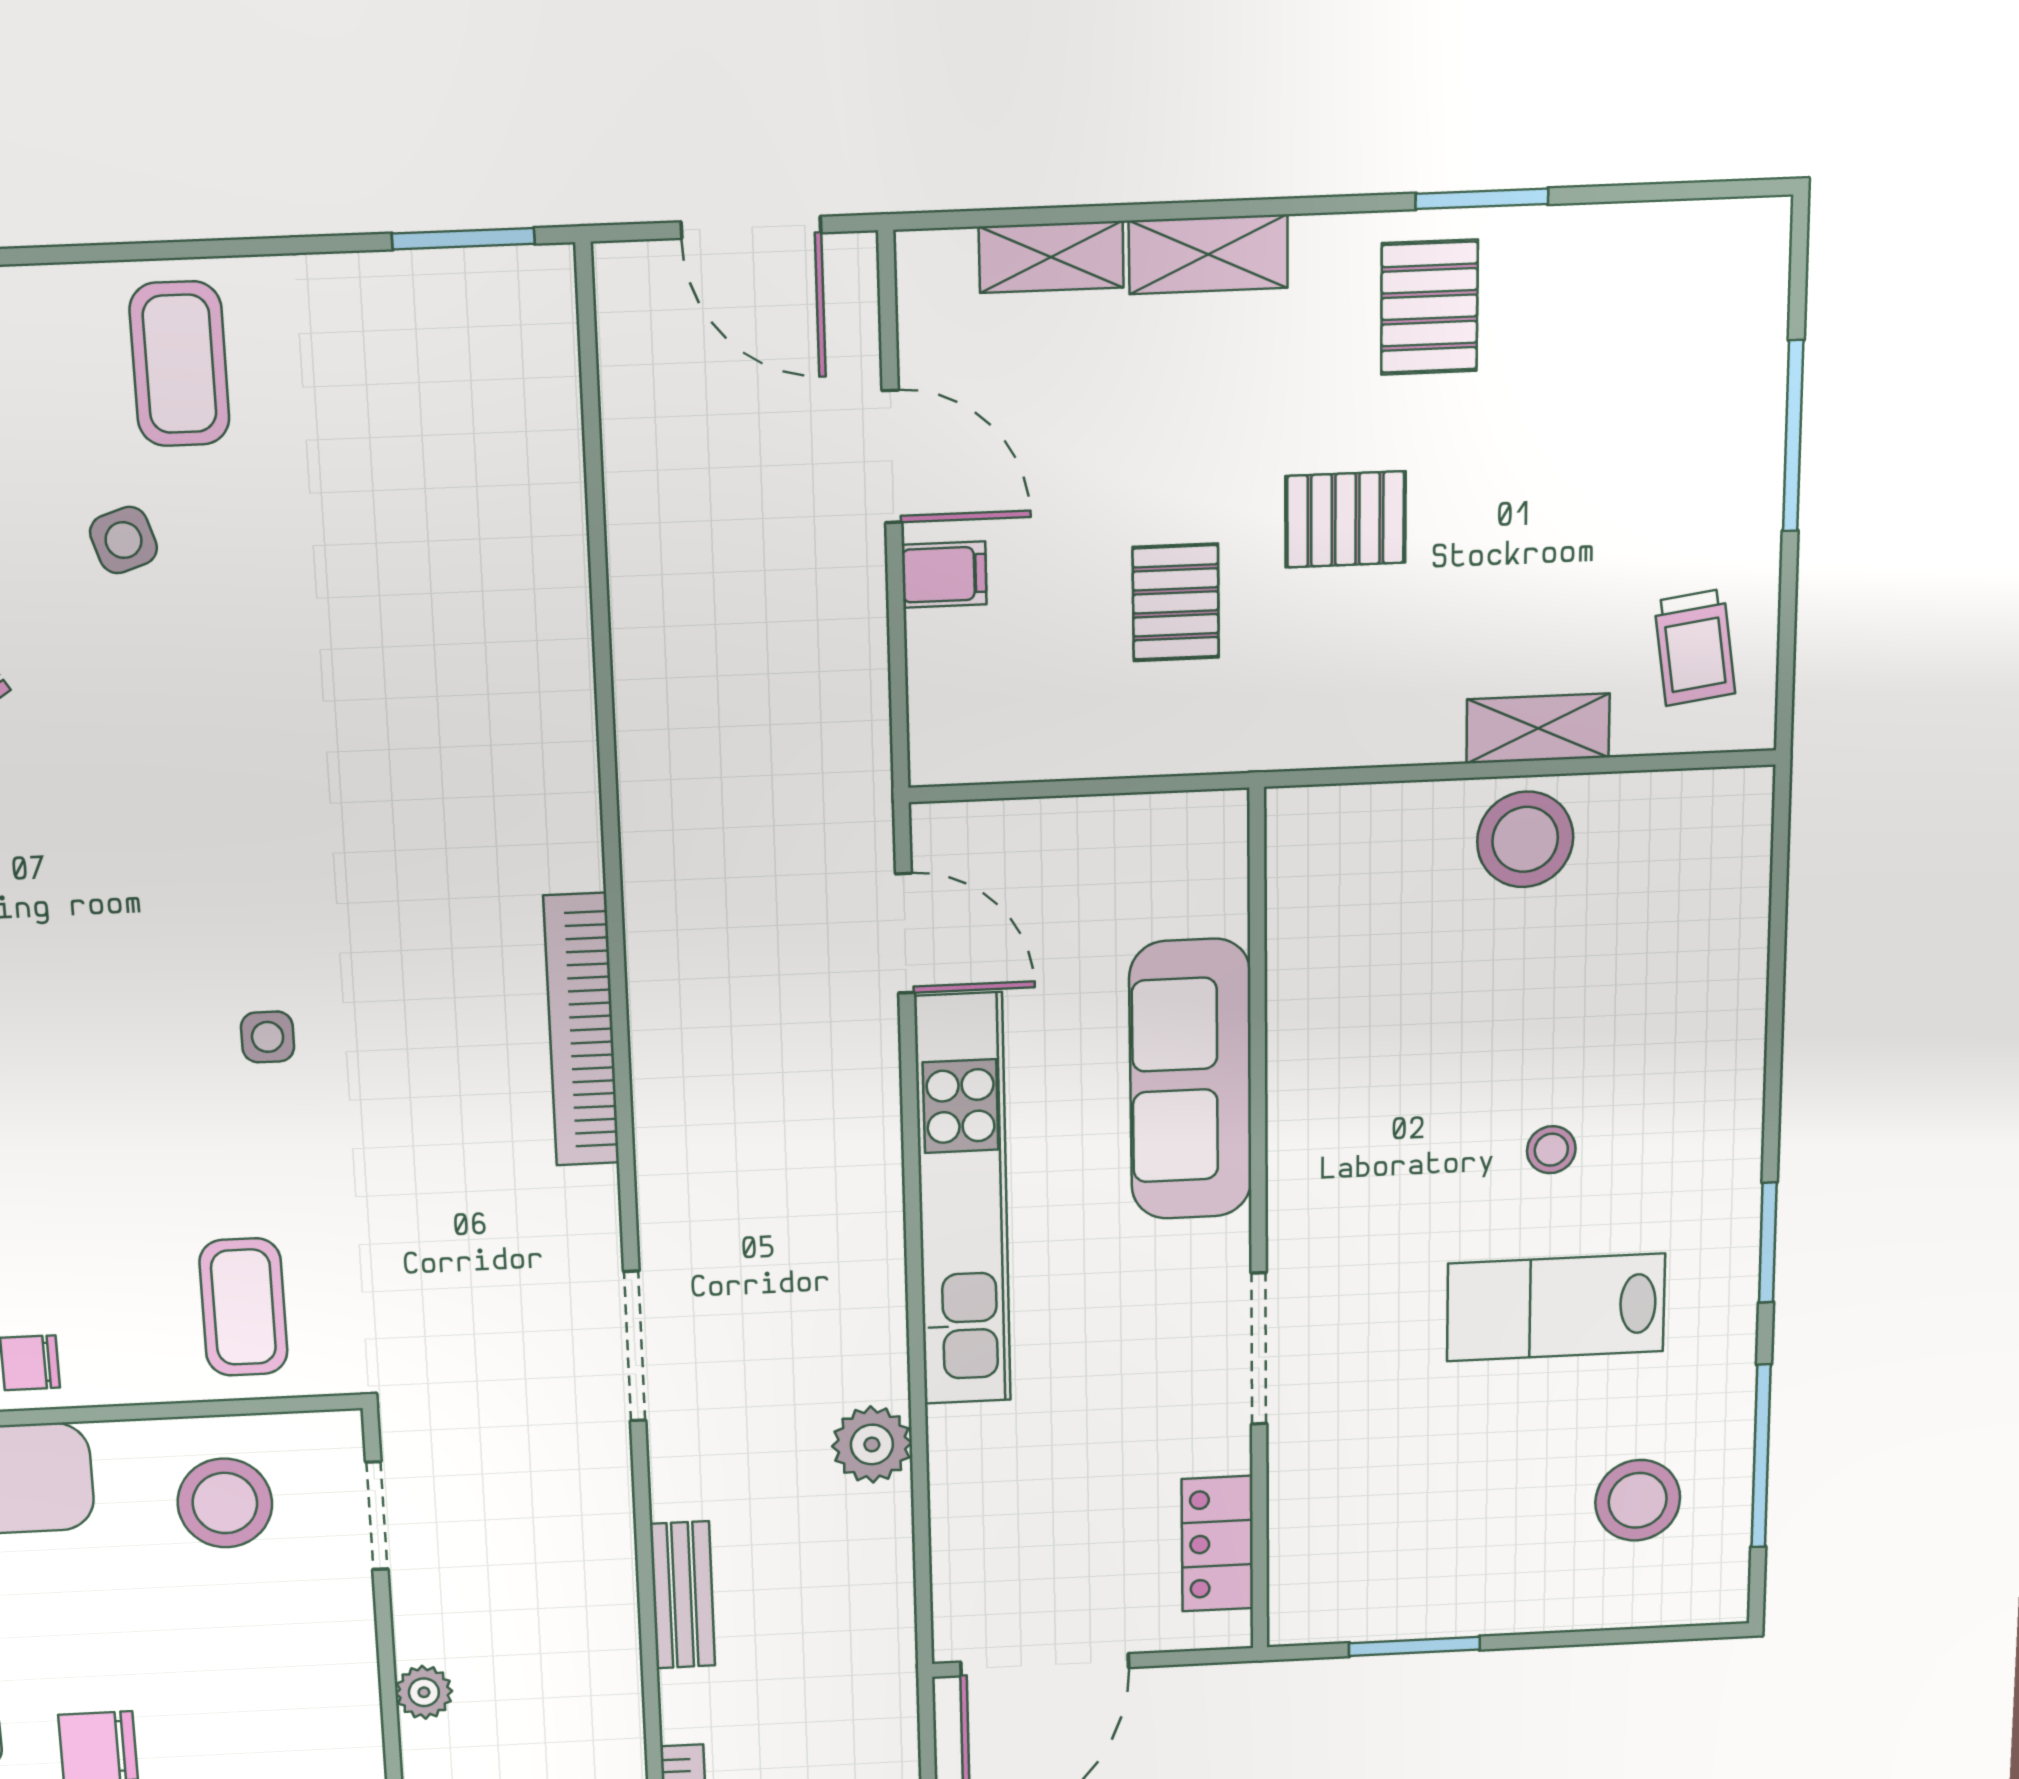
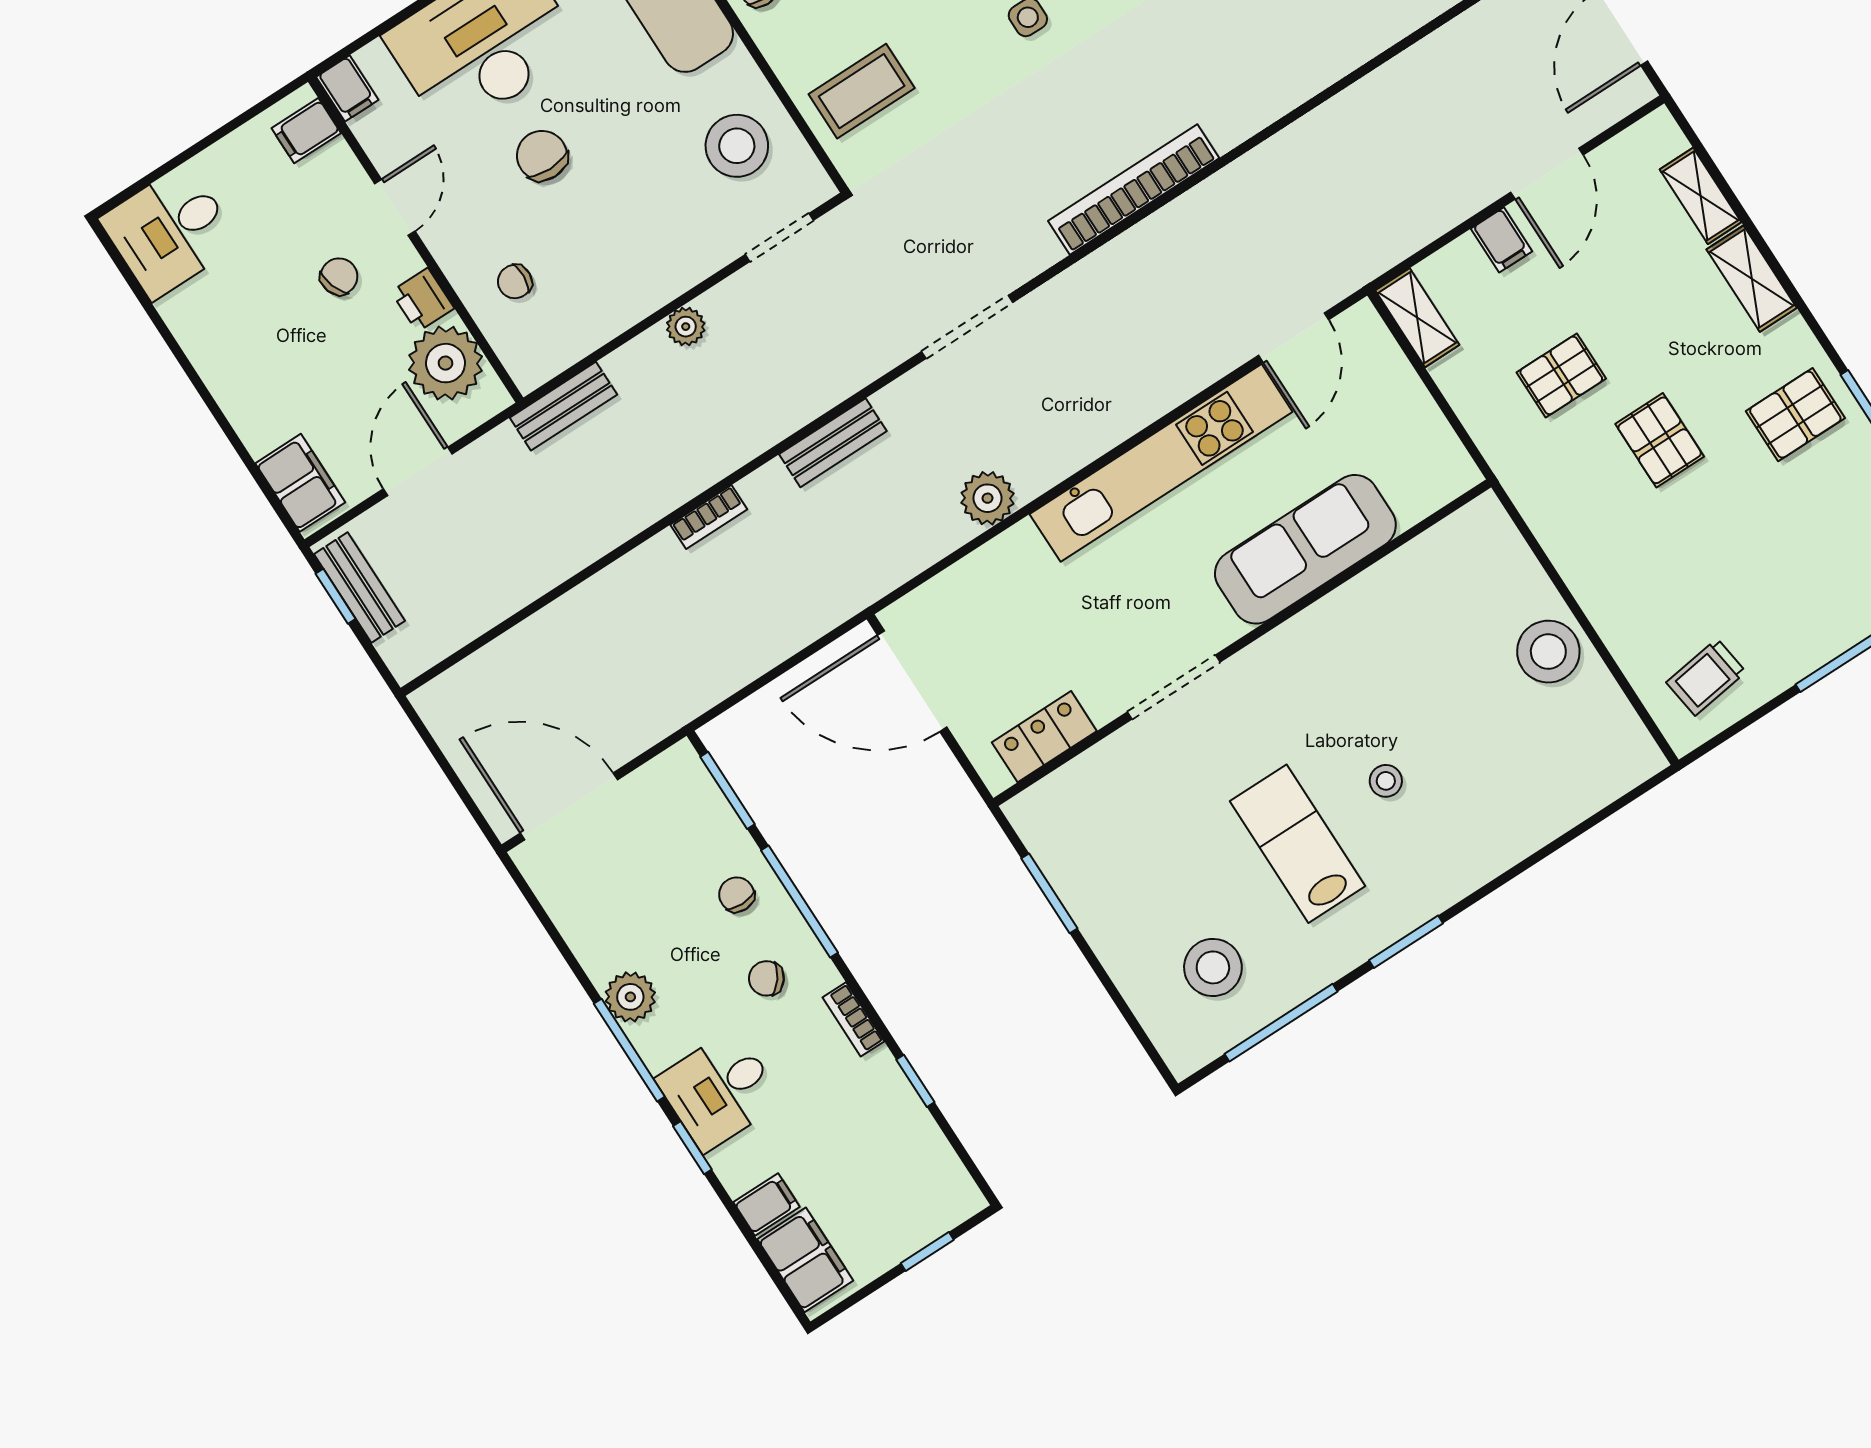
shelving: (1538, 728) -> (1417, 318), moved

